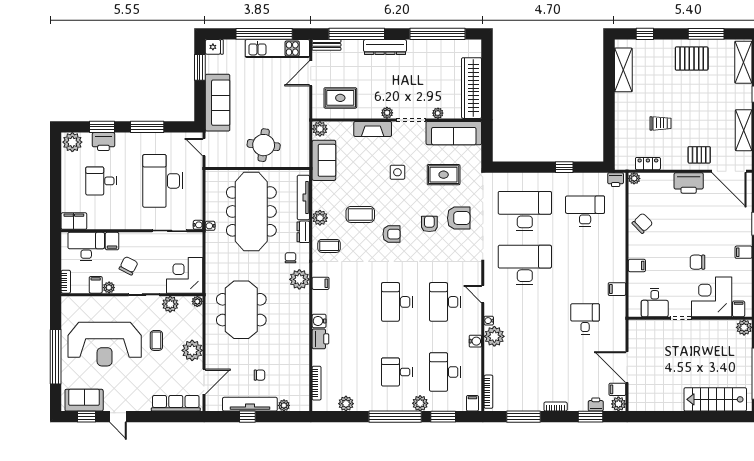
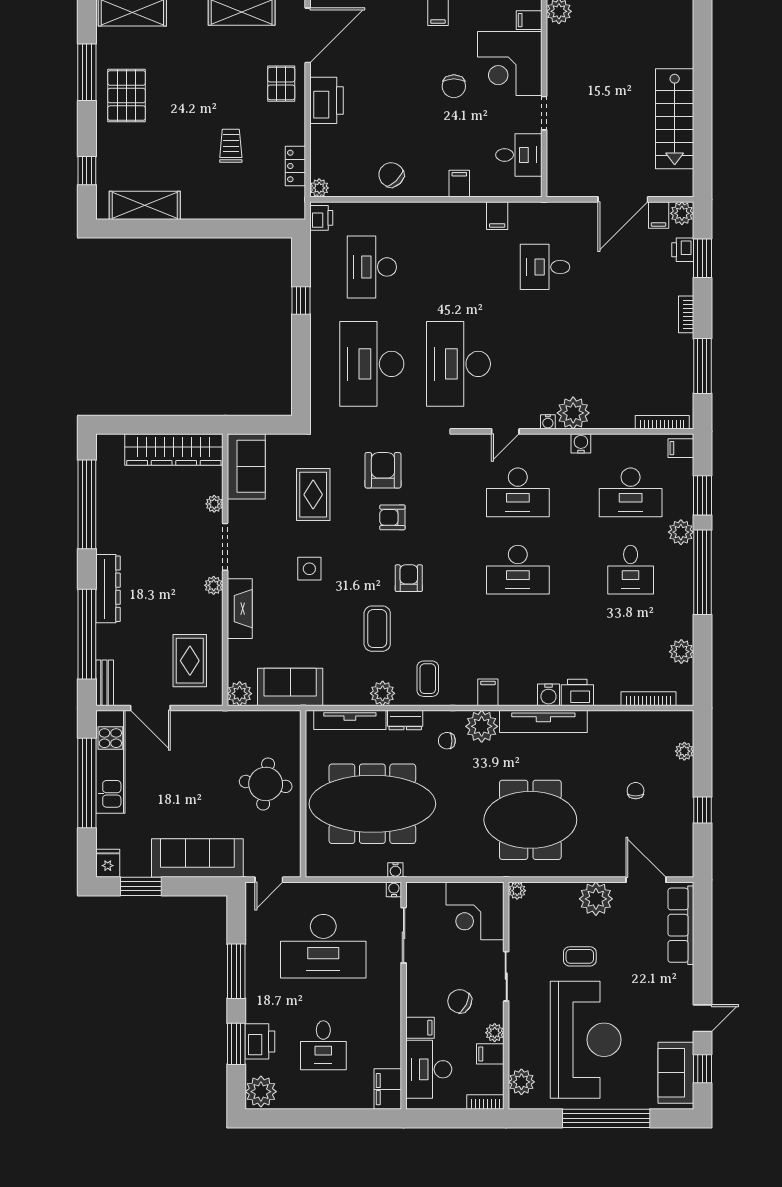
sofa: (454, 133) -> (246, 466), width x0.73
plant: (170, 304) -> (521, 1082), moved
stairs: (715, 399) -> (675, 119), moved
tv unit: (250, 404) -> (543, 721), moved, turned -90

